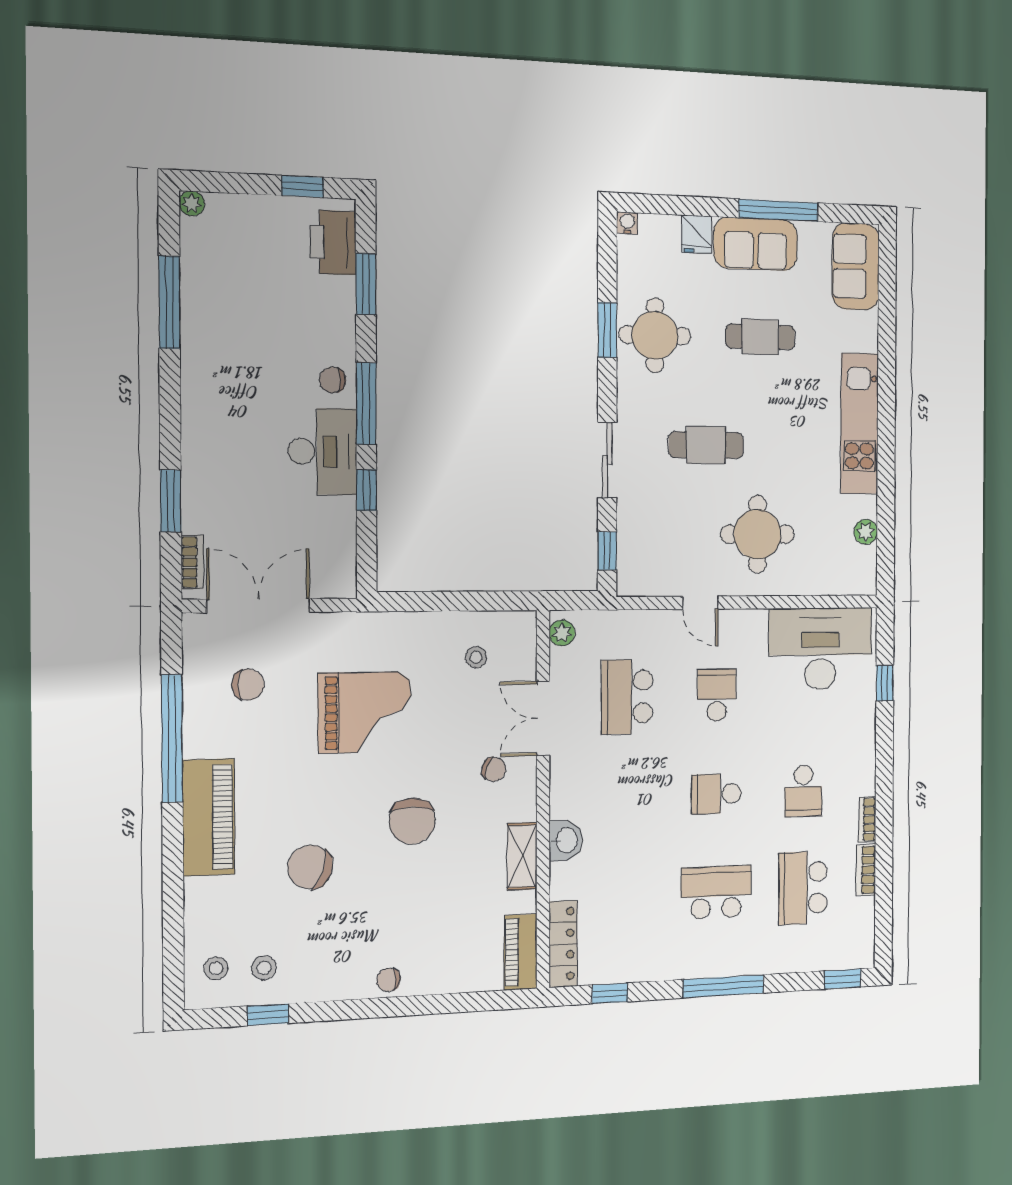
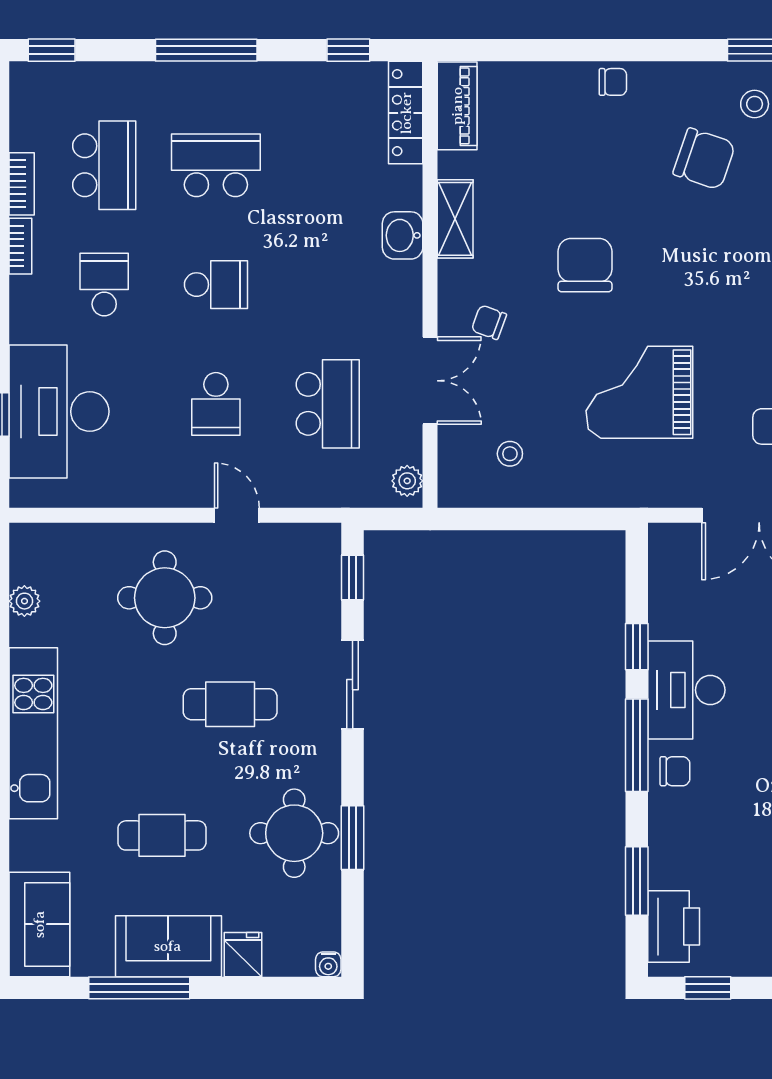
desk: (820, 649) -> (59, 412), moved, turned 90
chair: (310, 867) -> (704, 159), moved
school desk: (716, 892) -> (216, 165), turned 180

